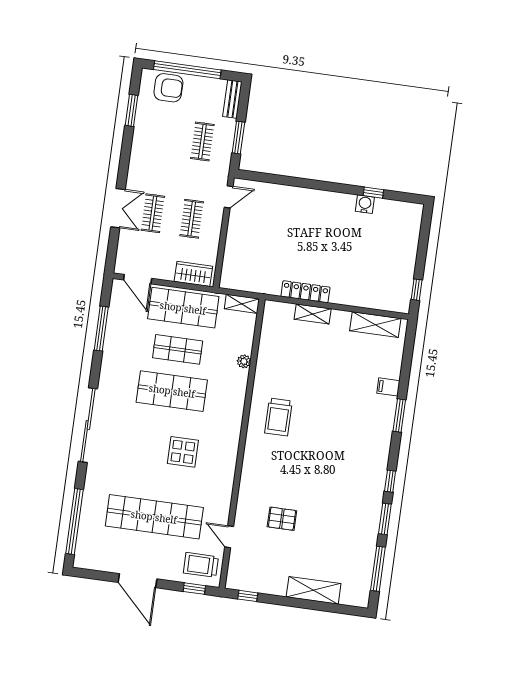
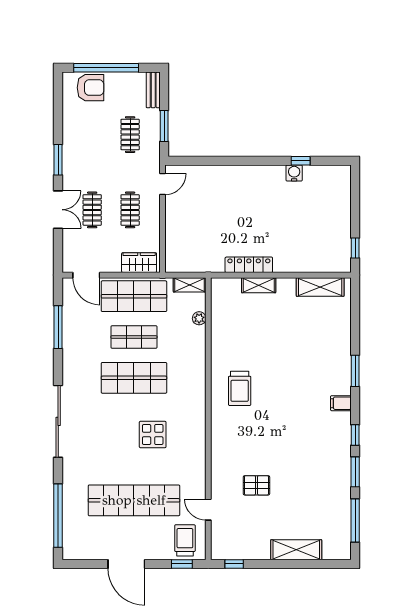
window: (131, 110) -> (58, 160), moved
plant: (244, 361) -> (199, 318), moved
filing cabinet: (388, 387) -> (341, 403), moved
trolley: (201, 565) -> (185, 540), turned 90

